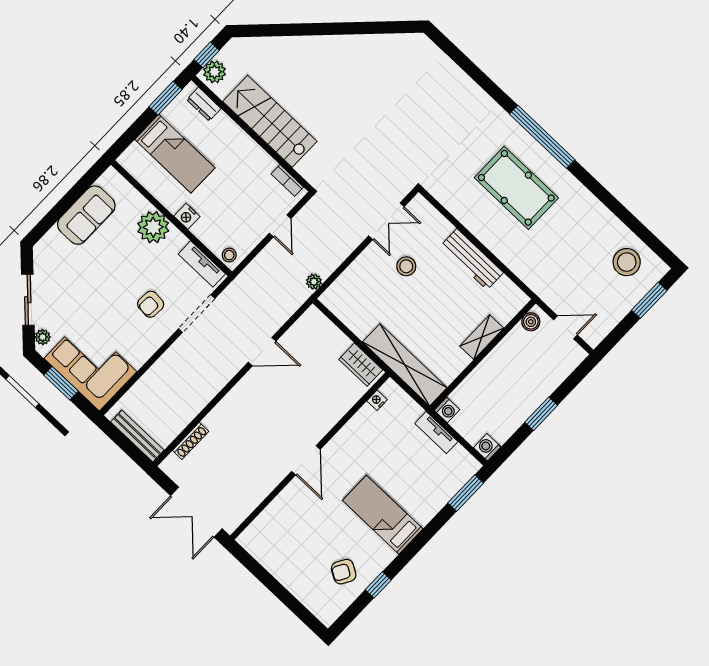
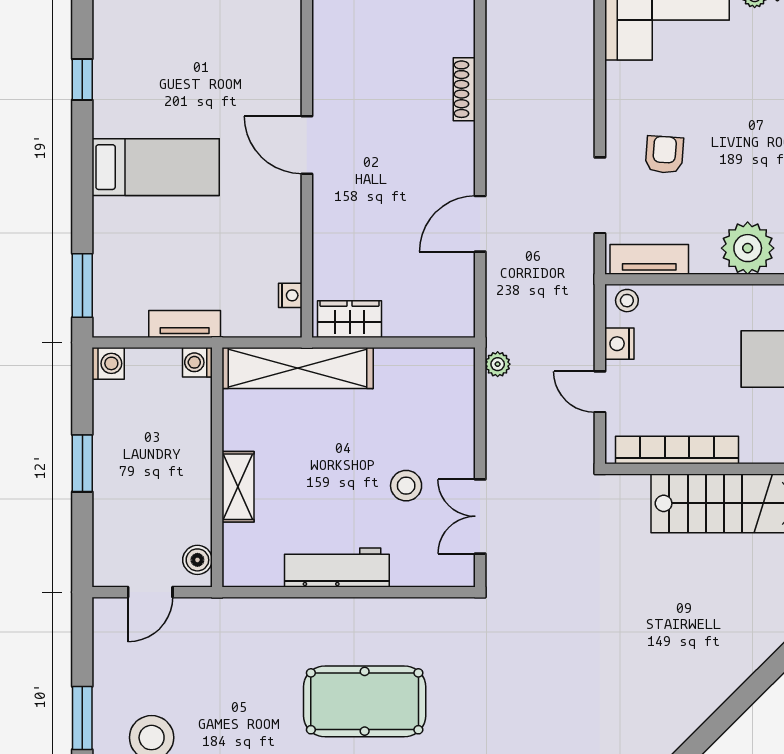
bookcase: (287, 180) -> (677, 450), width x2.31, depth x1.31
nightstand: (187, 216) -> (619, 344), moved, turned -90
shoe rack: (191, 441) -> (464, 89), moved
armchair: (344, 572) -> (138, 56), removed

